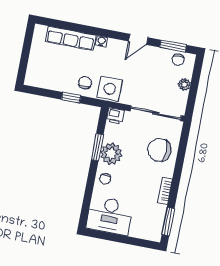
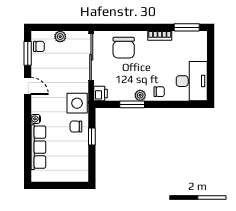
plant: (111, 154) -> (140, 95), width x0.53, depth x0.53

